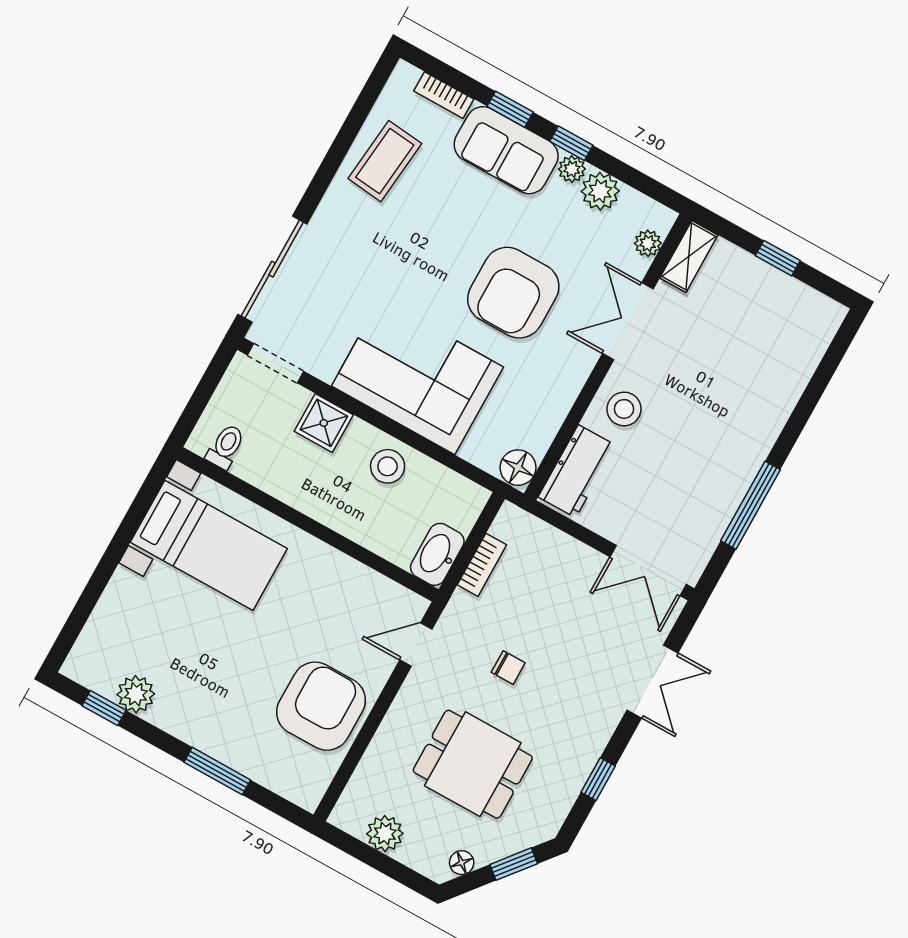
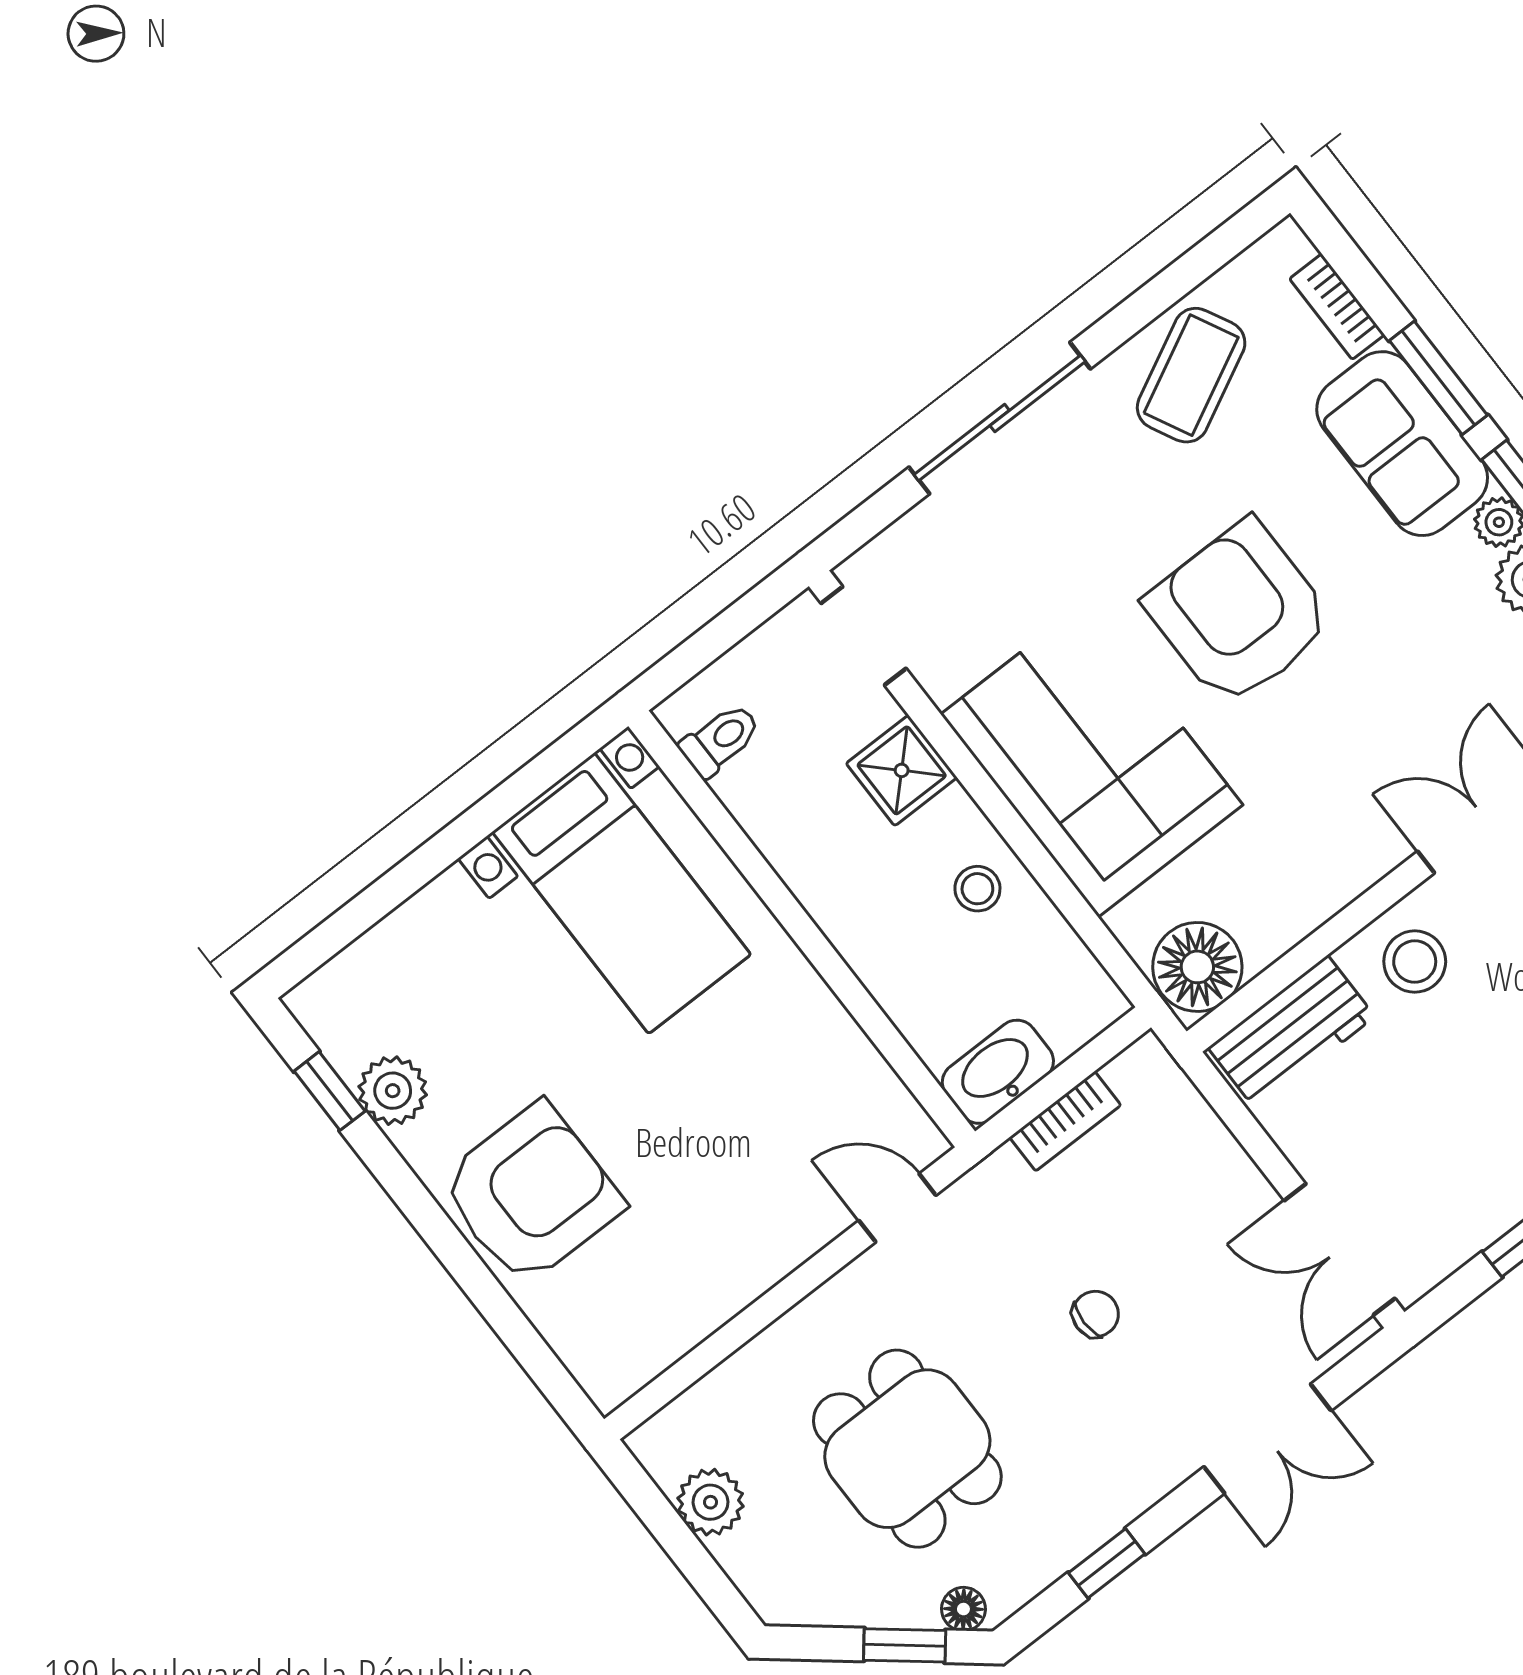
window: (510, 109) -> (1438, 378), width x1.50
coffee table: (385, 161) -> (1191, 375), turned -33
sliding door: (272, 269) -> (1000, 418), moved
armchair: (513, 293) -> (1239, 613), moved, turned 90
stool: (388, 466) -> (977, 889), width x0.73, depth x0.73
floor lamp: (518, 468) -> (1197, 967), width x1.38, depth x1.38
chair: (508, 668) -> (1095, 1314), moved, turned -90
armchair: (321, 706) -> (531, 1194), moved
window: (217, 771) -> (474, 1278), removed
floor lamp: (462, 863) -> (963, 1609), moved

